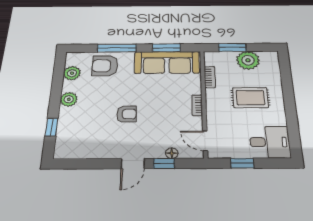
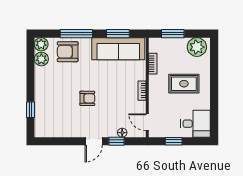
plant: (248, 60) -> (197, 47), moved
plant: (69, 99) -> (41, 44), moved

